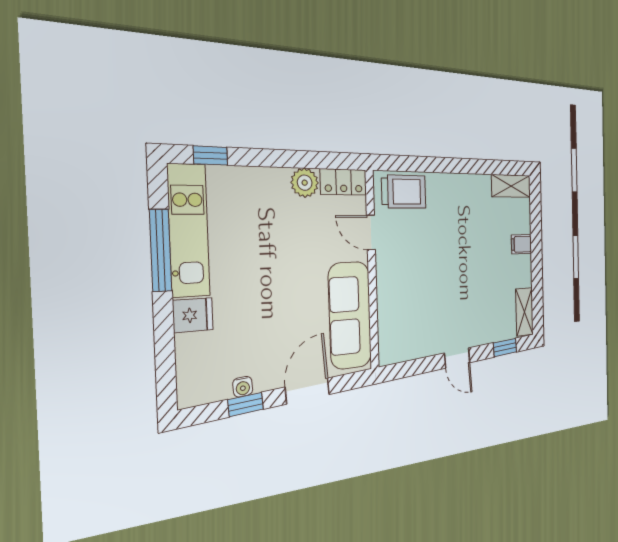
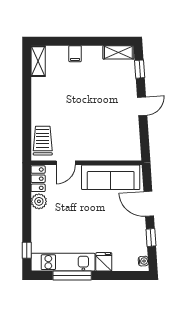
water cooler: (243, 387) -> (143, 261), moved

